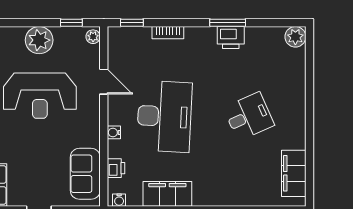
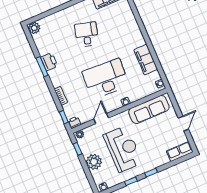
desk: (249, 116) -> (87, 34), turned 39
printer: (116, 168) -> (74, 122), moved
sofa: (85, 174) -> (149, 109), width x1.36

